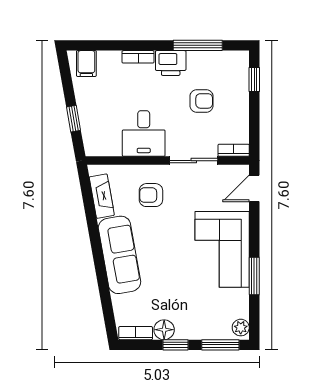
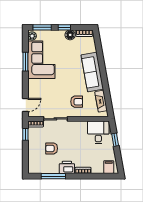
window: (254, 79) -> (25, 134), moved
desk: (144, 133) -> (98, 132), moved
corner sofa: (222, 249) -> (41, 60), moved

